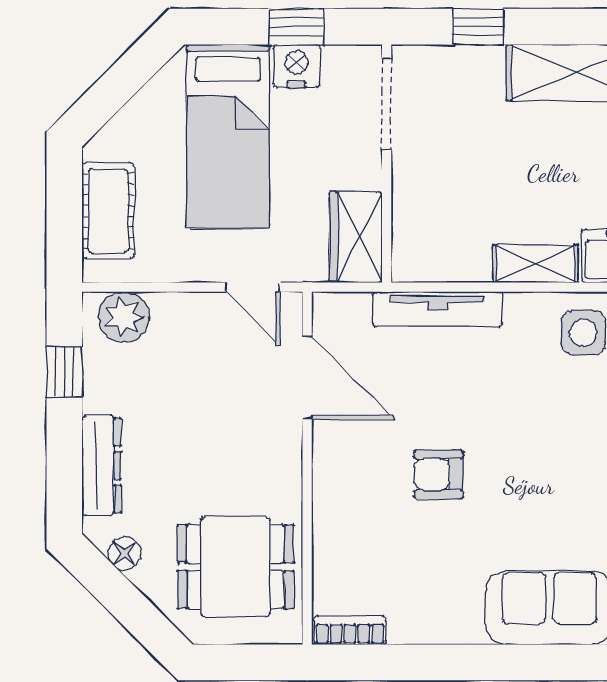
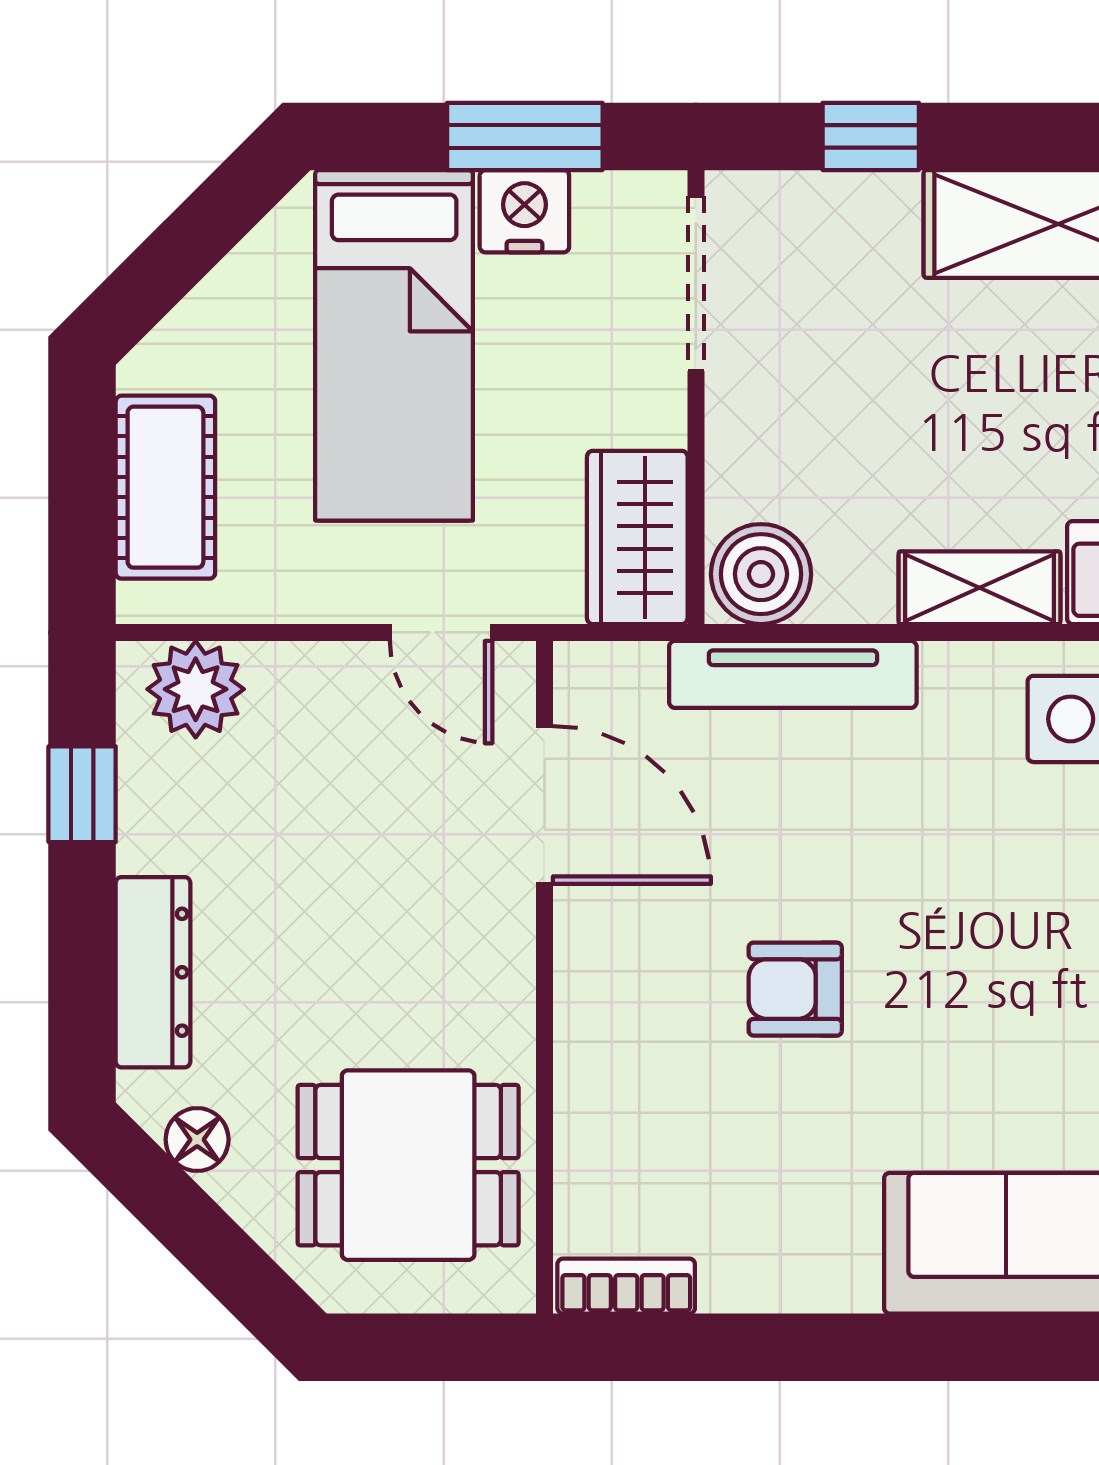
window: (297, 27) -> (525, 136), width x1.50
boiler: (421, 256) -> (761, 574), added

